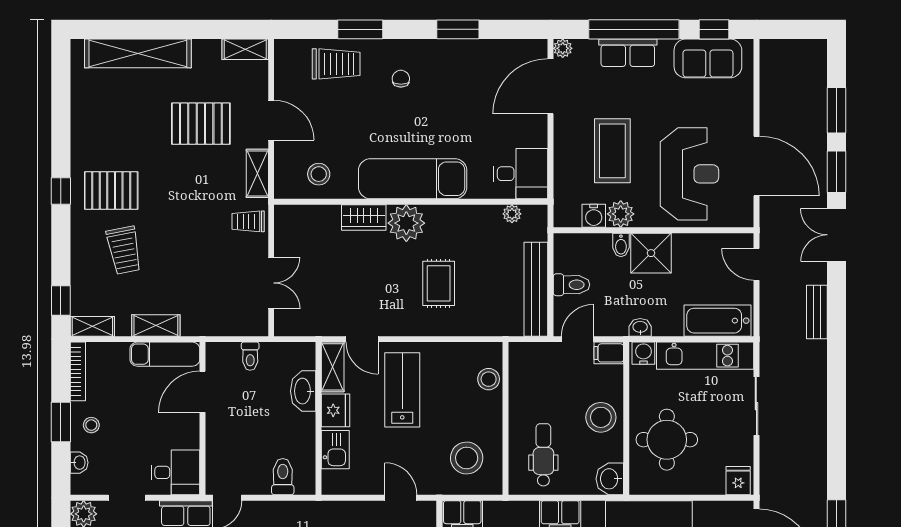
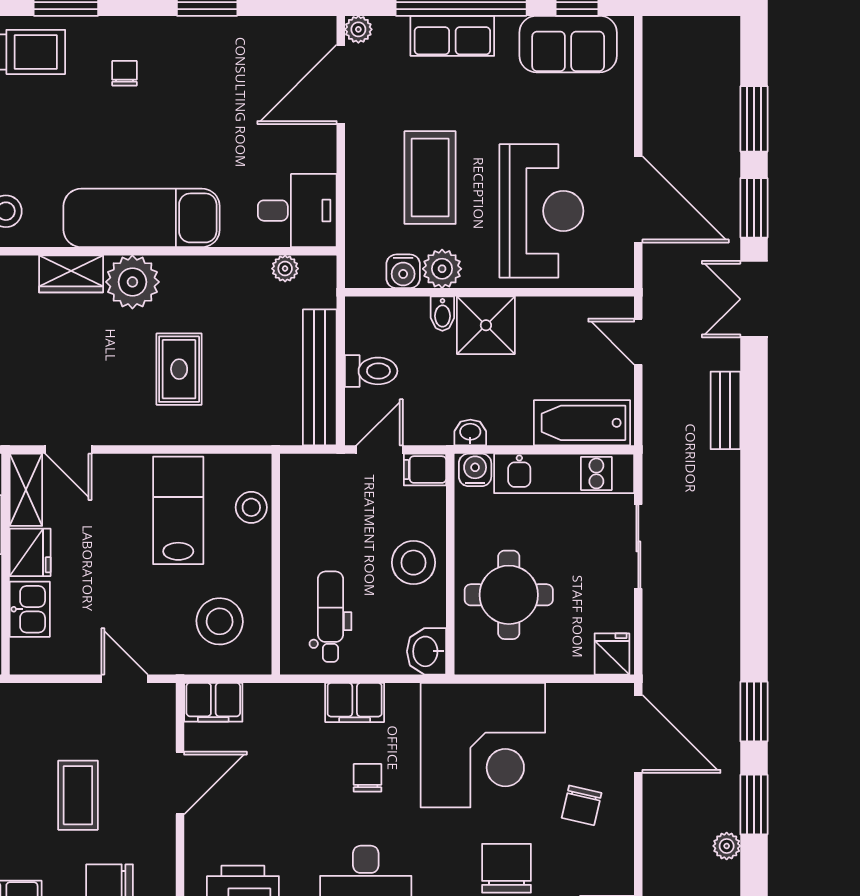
lab bench: (402, 390) -> (178, 510), moved

